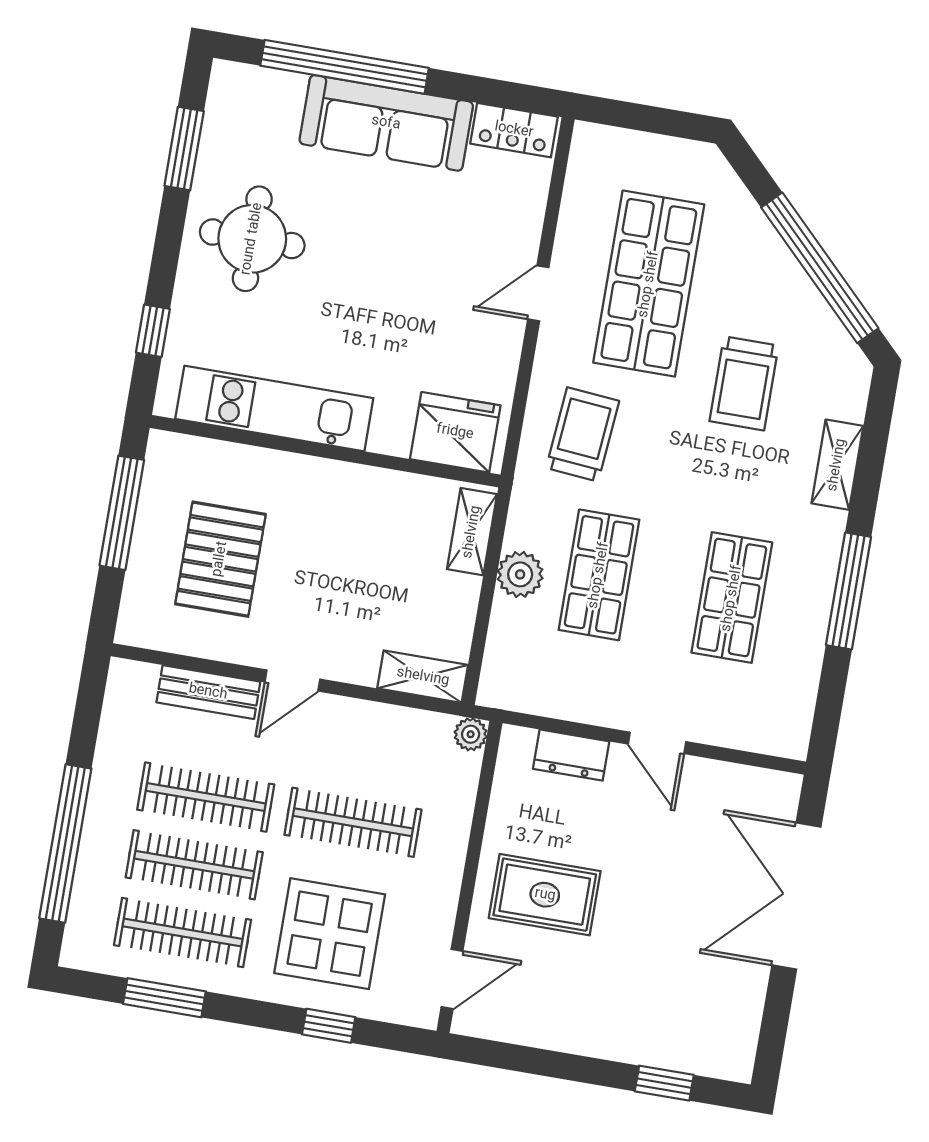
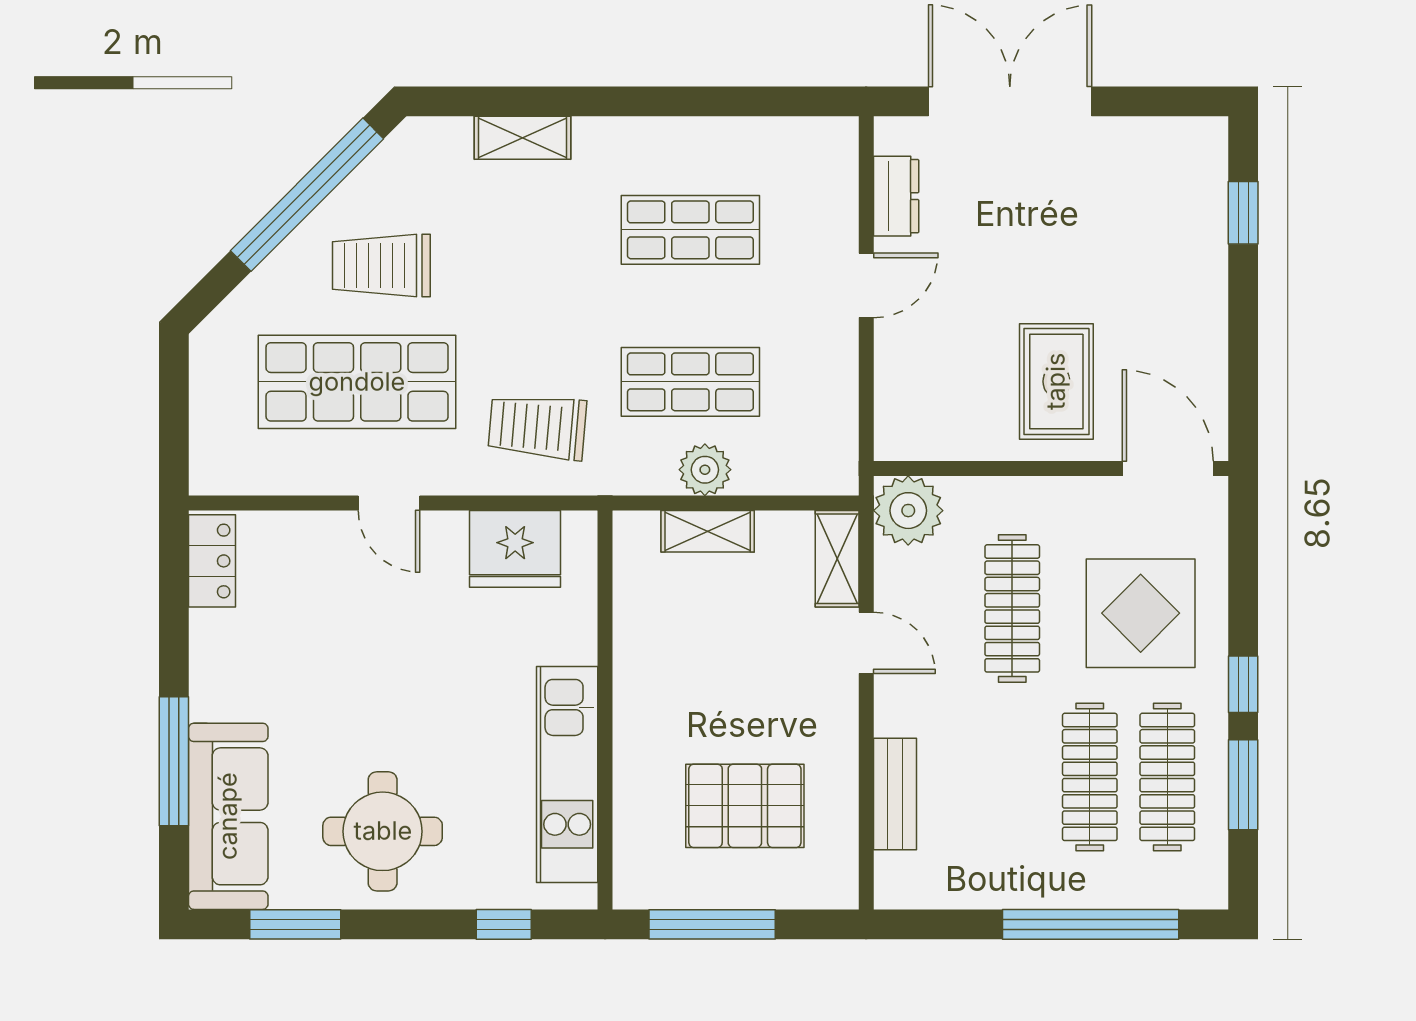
window: (345, 67) -> (174, 761), width x0.68
sofa: (386, 123) -> (228, 816), moved
trolley: (744, 383) -> (381, 265), moved, turned 180
fridge: (455, 432) -> (515, 549), moved, turned -90
shelving: (472, 532) -> (708, 531), moved
window: (849, 591) -> (661, 101), removed
door: (292, 681) -> (866, 643), moved
plant: (471, 734) -> (908, 511), width x1.88, depth x1.88
dresser: (571, 755) -> (896, 196), moved
clothes rail: (206, 797) -> (1012, 777), removed
double door: (796, 896) -> (1010, 101), swing flipped
door: (452, 979) -> (1168, 468), width x1.38
window: (329, 1026) -> (1243, 684), moved

